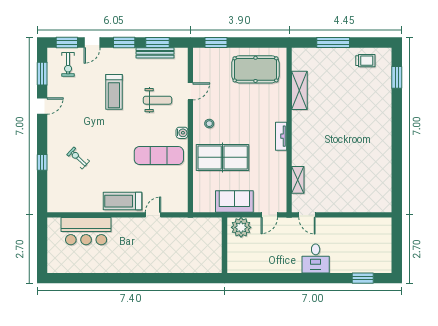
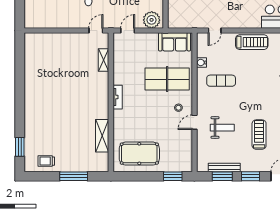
door: (190, 91) -> (194, 122), moved
weight bench: (158, 100) -> (222, 128), turned 180
water cooler: (182, 133) -> (201, 63), moved
exercise mat: (159, 156) -> (221, 81), width x0.73, depth x0.69
sofa: (234, 201) -> (175, 42), moved
door: (153, 215) -> (215, 31), moved
door: (307, 215) -> (96, 31), hinge flipped

